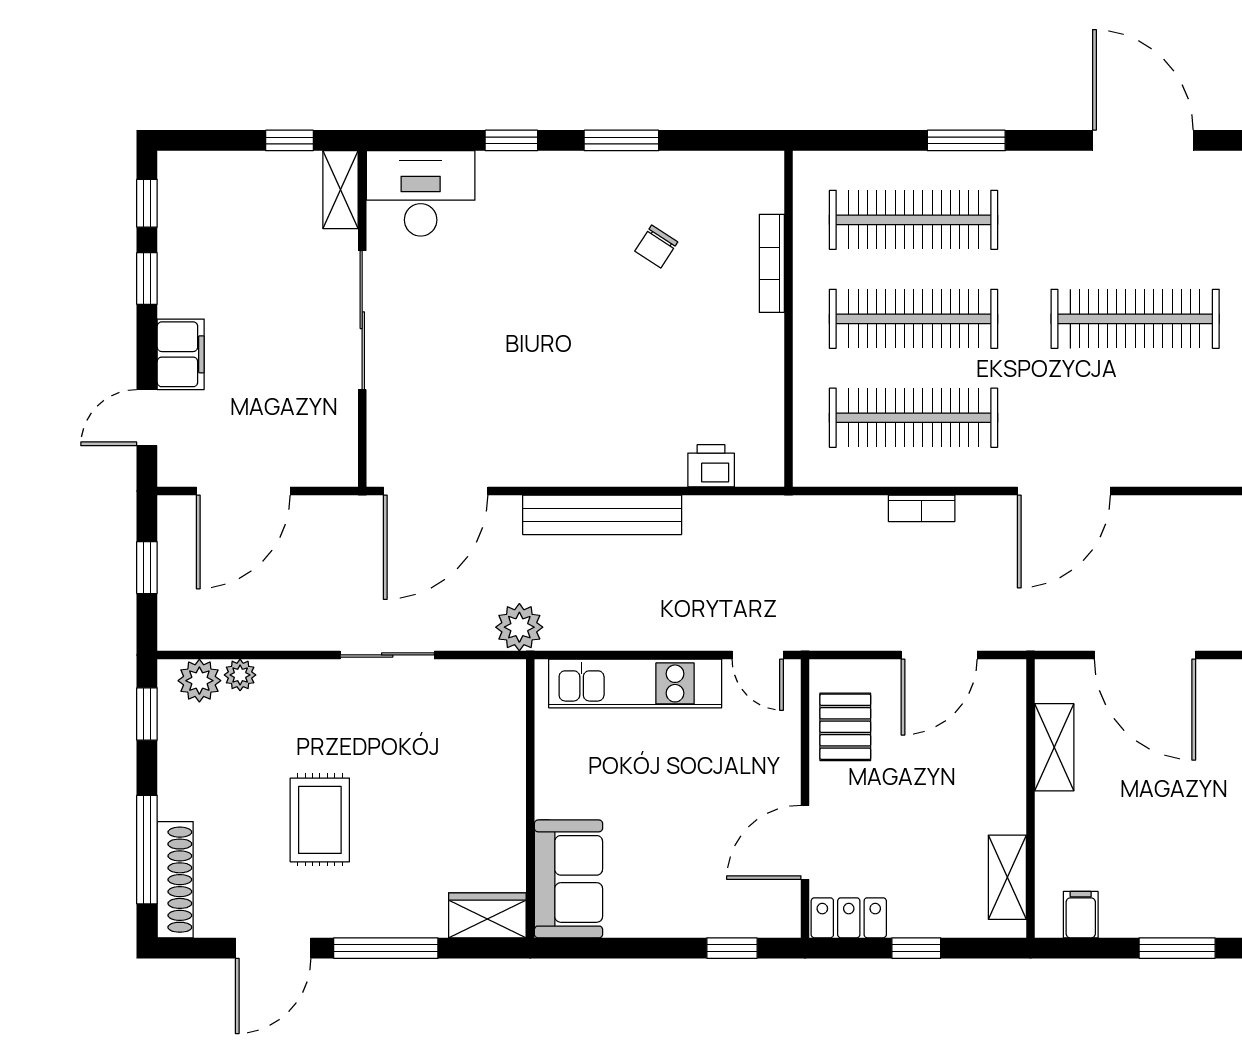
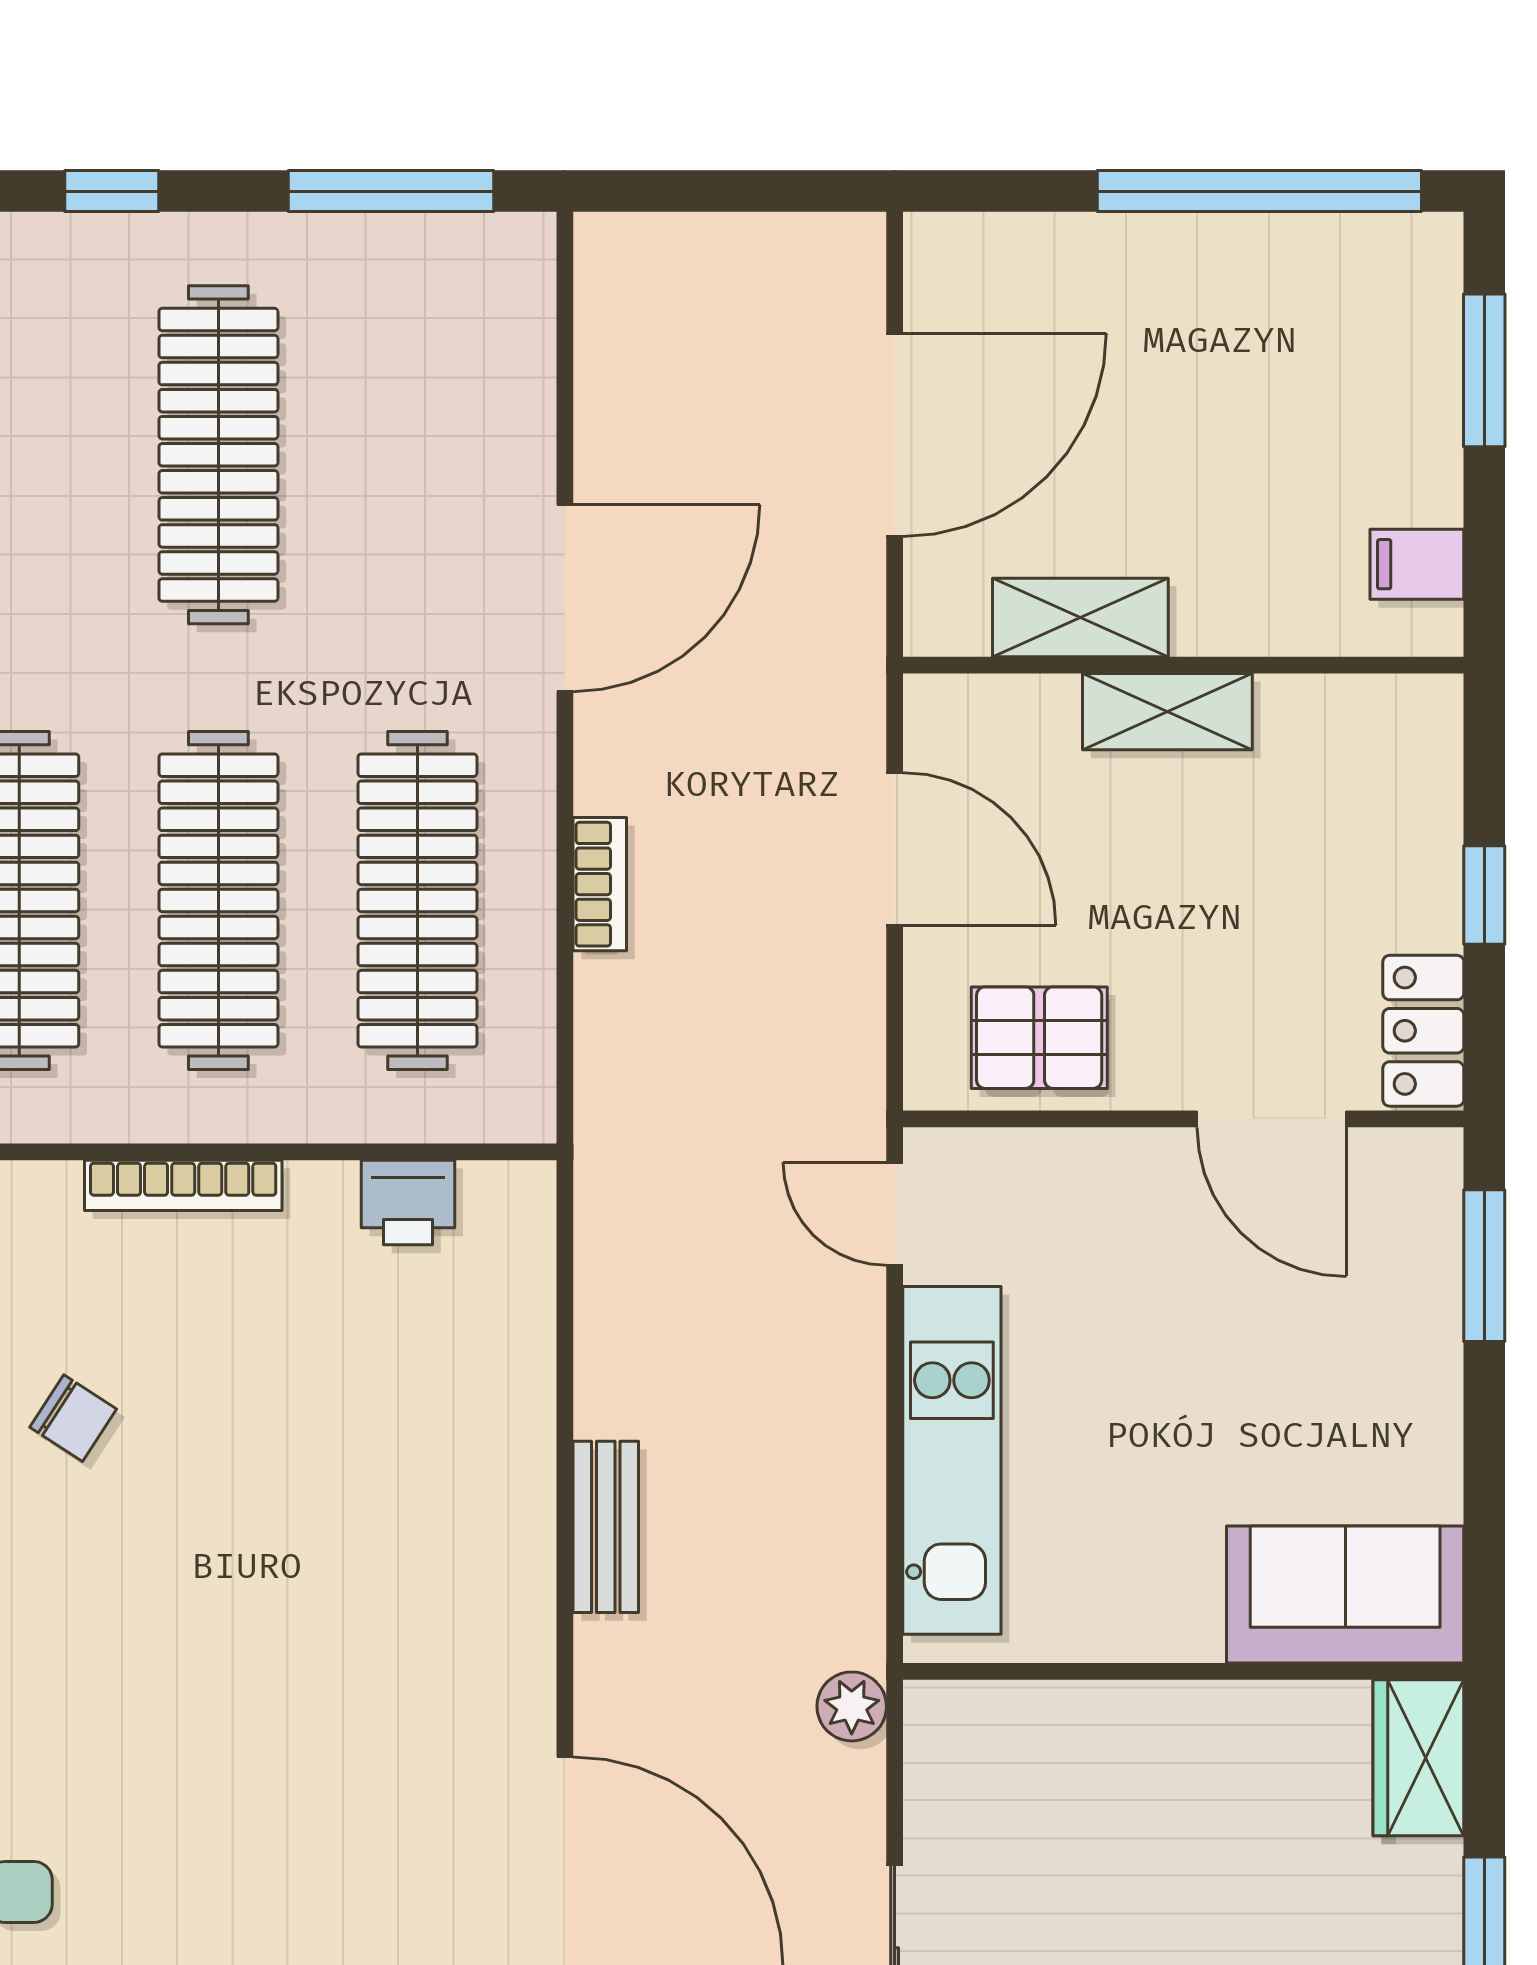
bookcase: (772, 263) -> (183, 1185), moved
printer: (711, 466) -> (408, 1203), moved, turned -90
door: (1064, 491) -> (565, 598), hinge flipped
bench: (602, 515) -> (606, 1527), width x0.54, depth x0.82
plant: (519, 627) -> (852, 1706), width x0.73, depth x0.73
door: (758, 655) -> (895, 1214), swing flipped
shelving: (1007, 877) -> (1167, 712), moved
window: (732, 948) -> (1484, 1266), width x1.50

